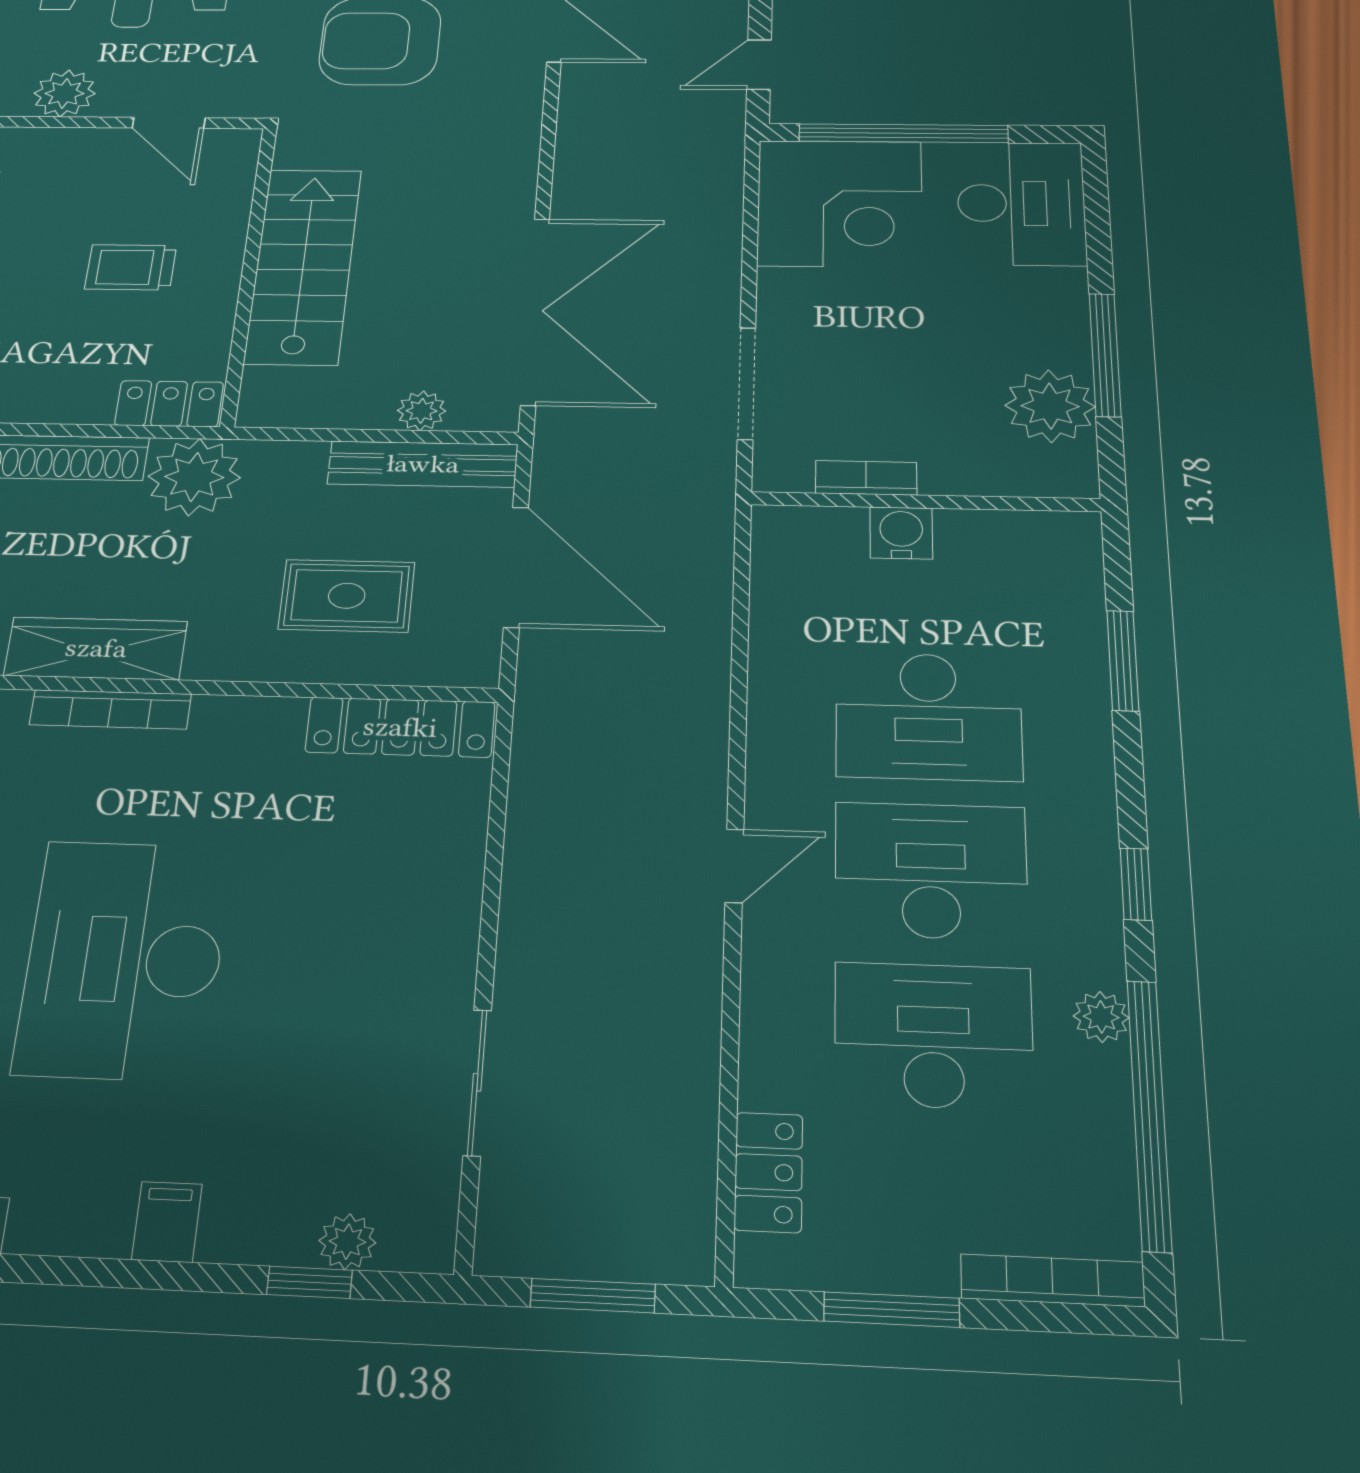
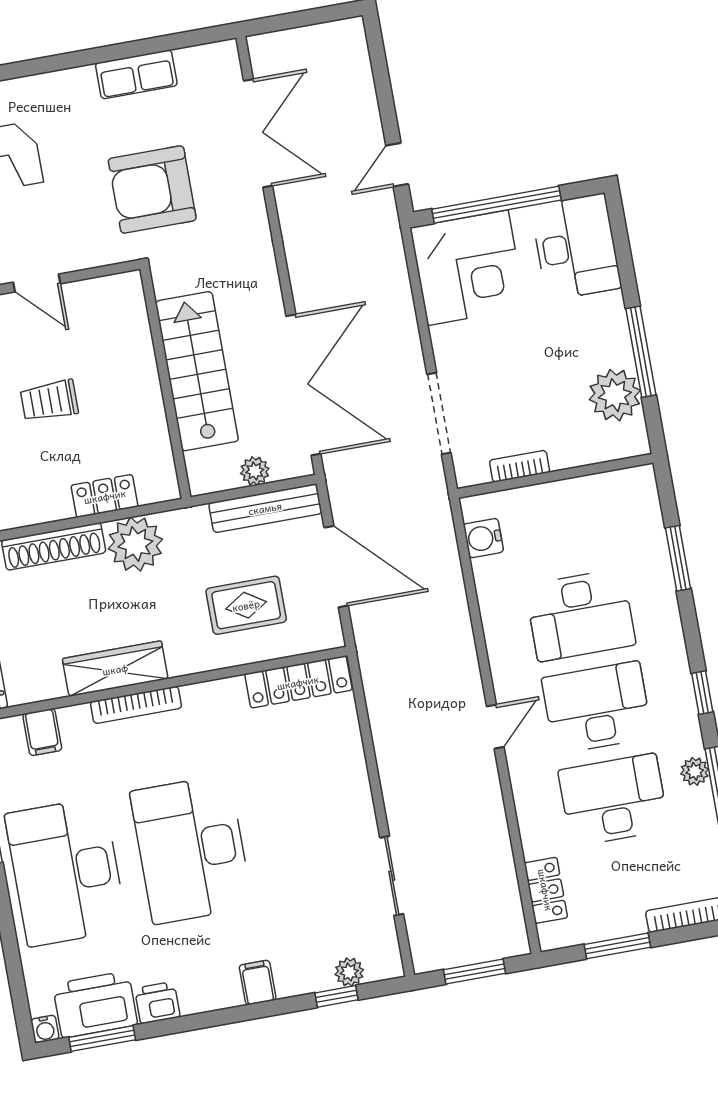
stairs: (303, 266) -> (197, 371), moved
wall: (249, 273) -> (165, 383), moved
water cooler: (901, 533) -> (483, 538), moved, turned -90

